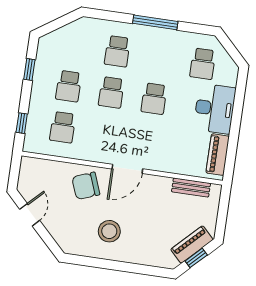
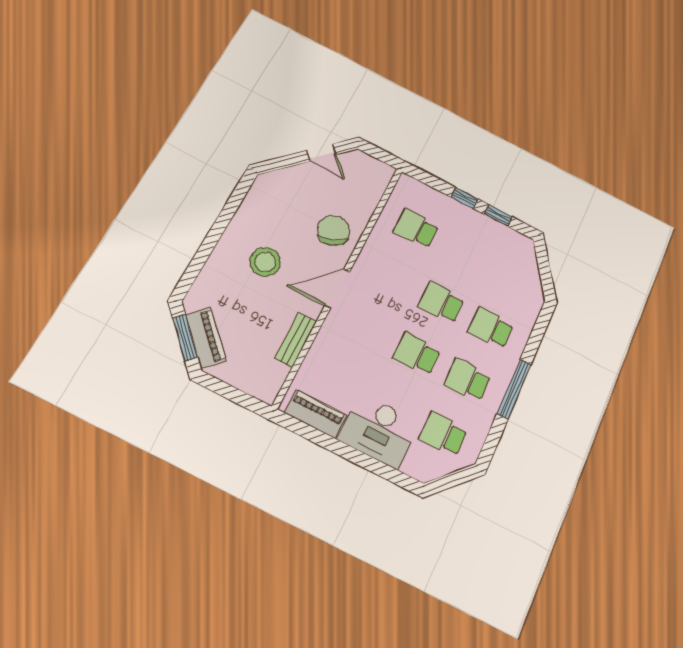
school desk: (69, 86) -> (468, 380), moved
window: (22, 123) -> (464, 198), moved
door: (127, 169) -> (337, 289), hinge flipped
bench: (191, 188) -> (296, 340), moved
stool: (109, 231) -> (265, 262), moved
window: (196, 258) -> (185, 337), width x1.50

